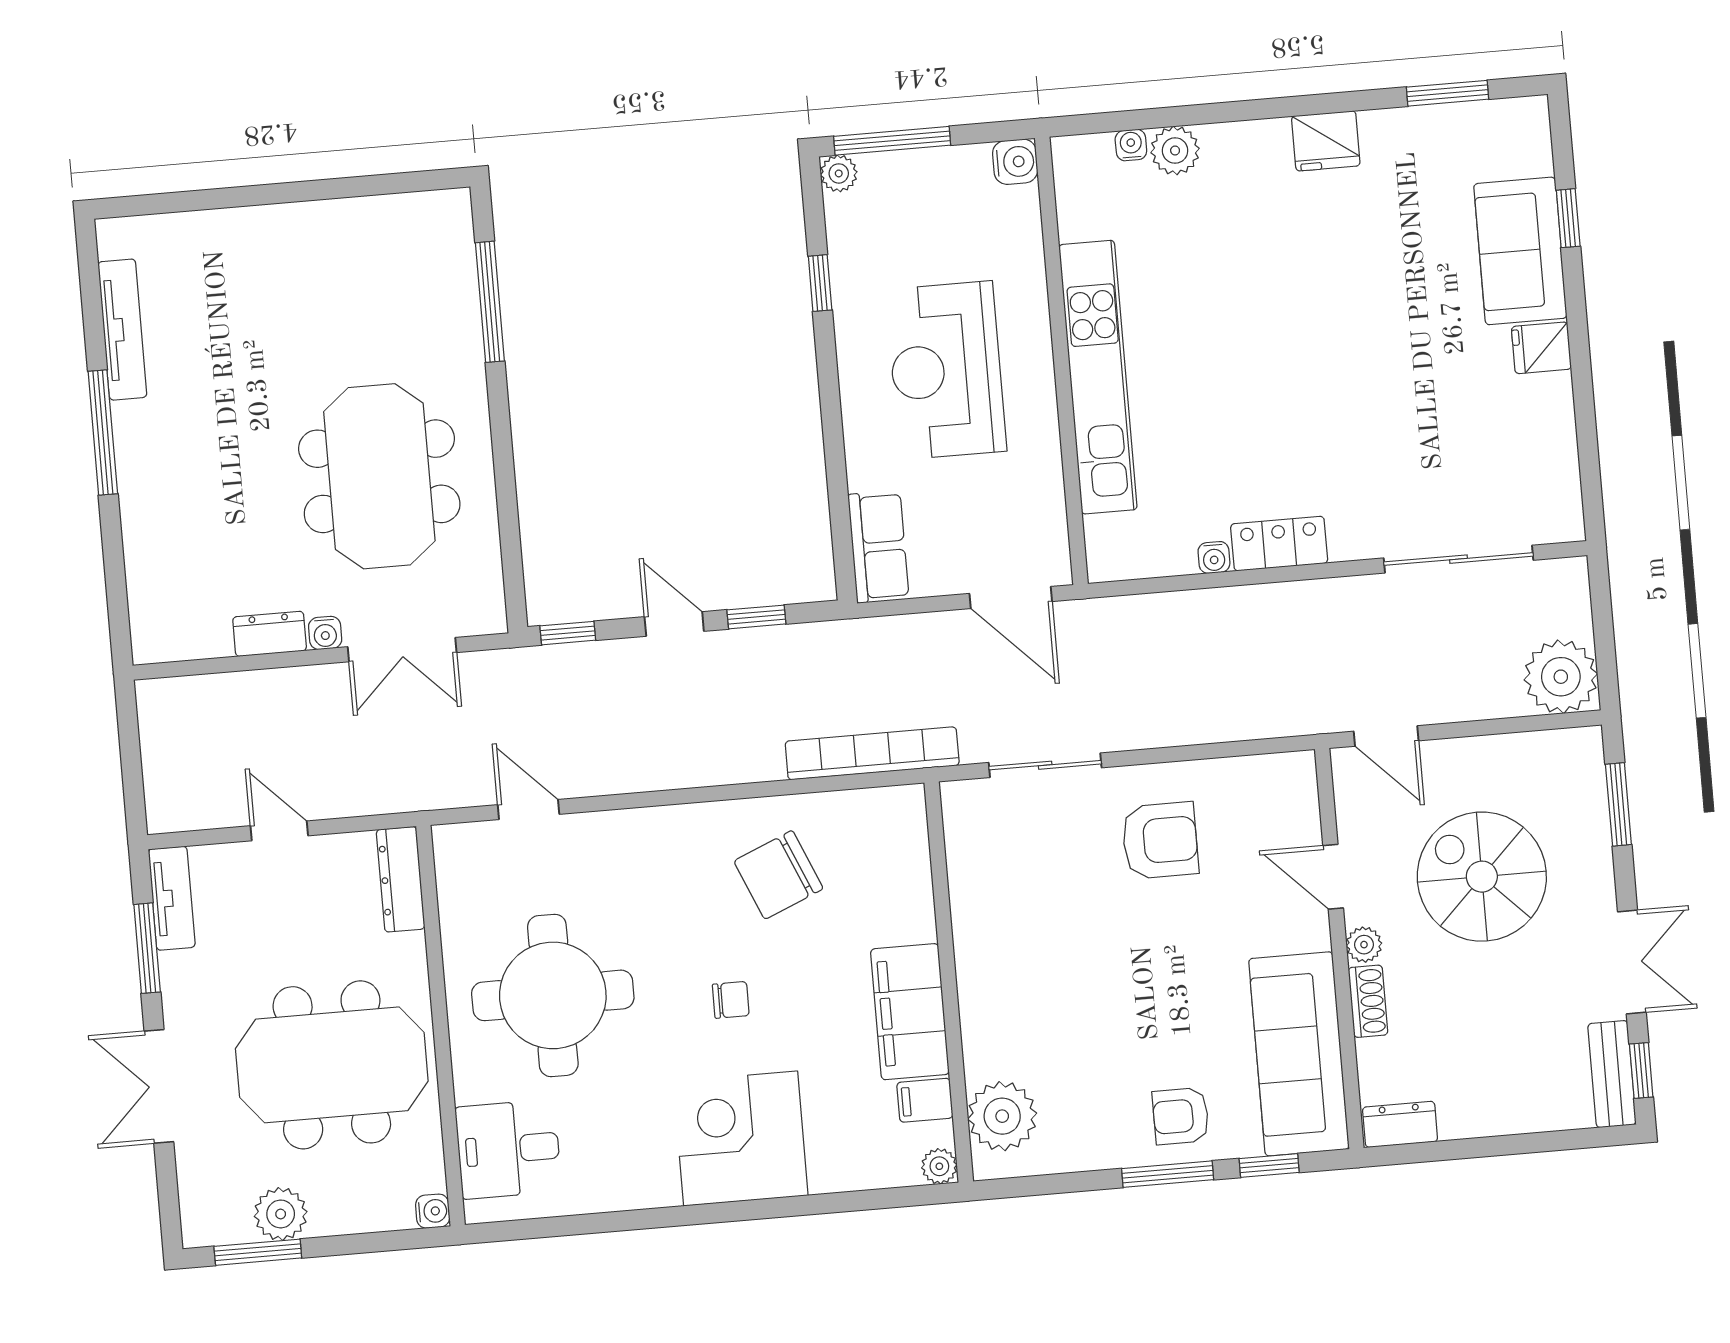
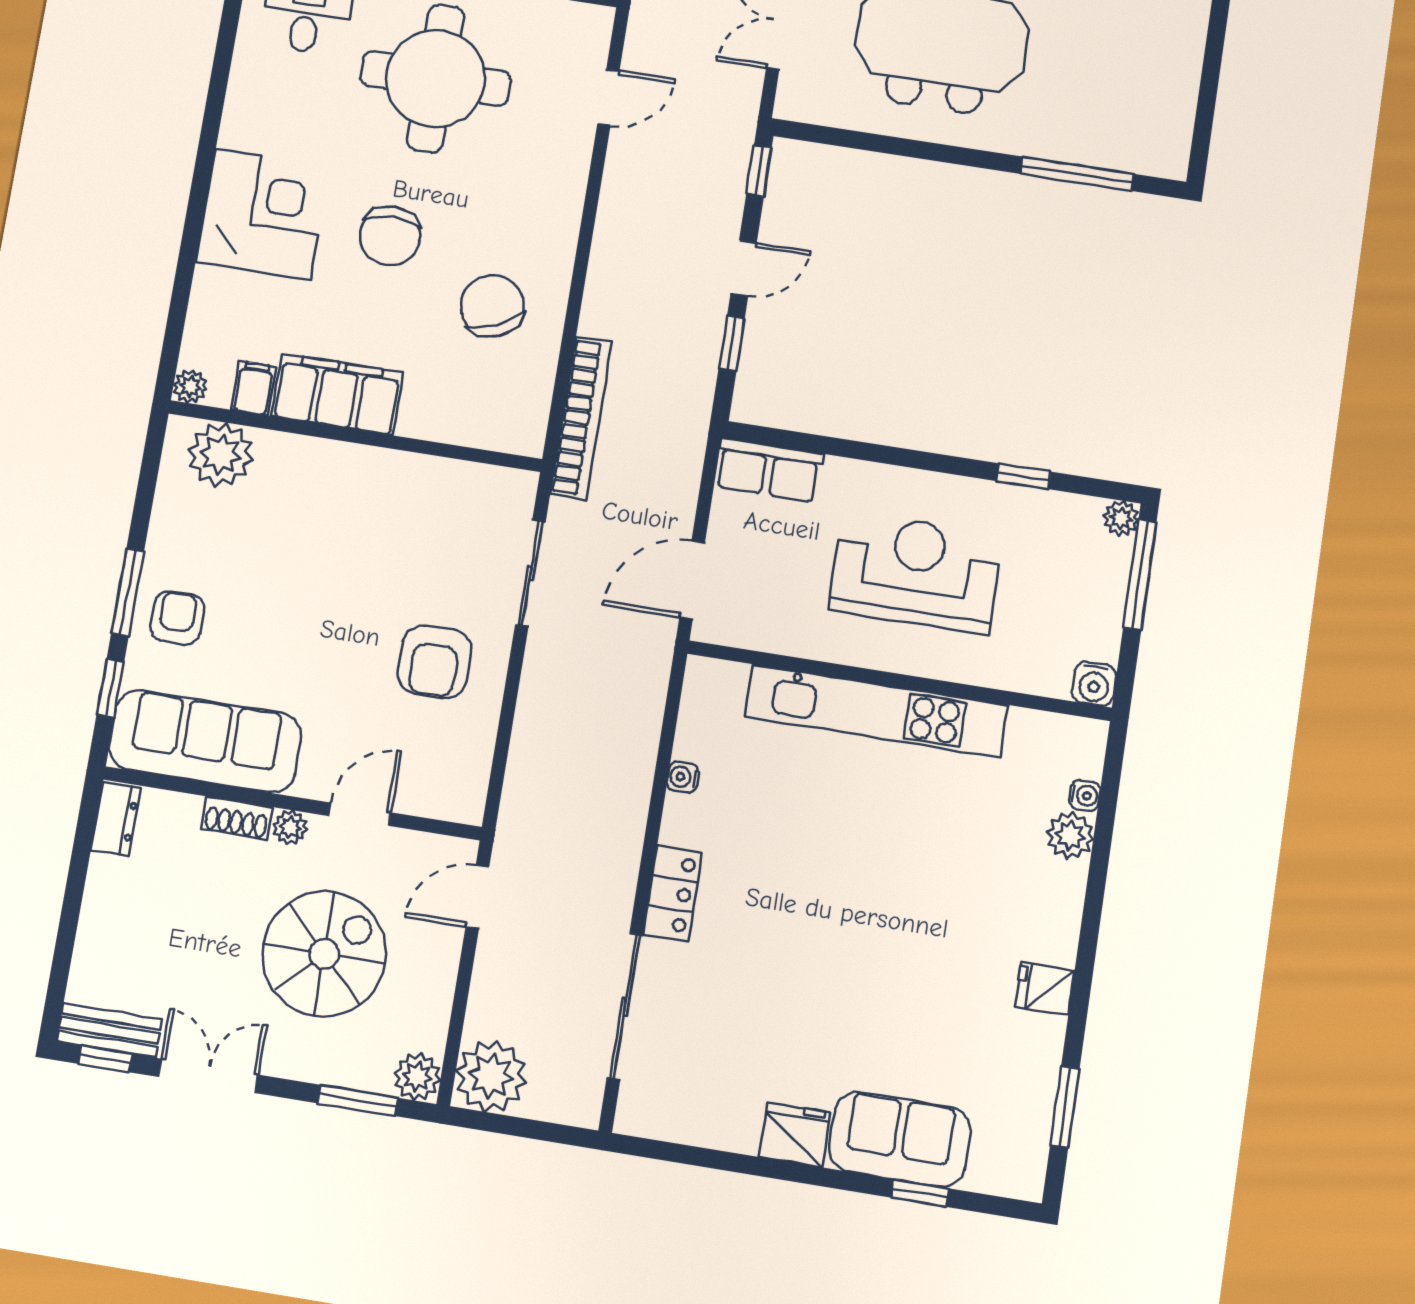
fridge: (1326, 141) -> (1045, 989), width x0.72
fridge: (1541, 348) -> (795, 1135), width x1.38
locker: (1279, 544) -> (673, 893), moved
plant: (1580, 751) -> (417, 1077), added
double door: (1632, 962) -> (208, 1076), swing flipped
chair: (731, 1000) -> (390, 236), width x1.87, depth x1.87

